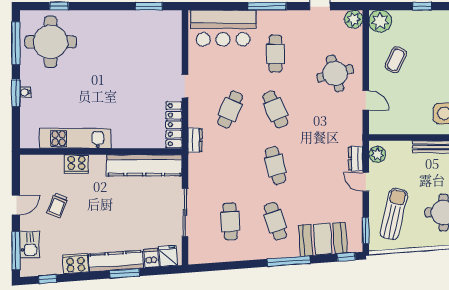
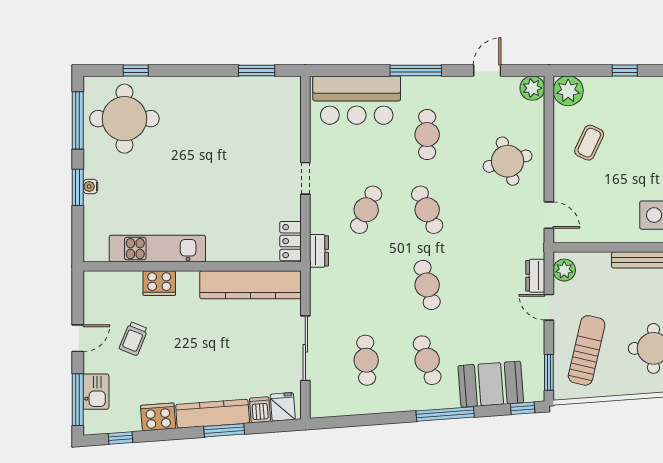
door: (366, 100) -> (549, 215), moved
locker: (174, 125) -> (291, 241), width x0.66

